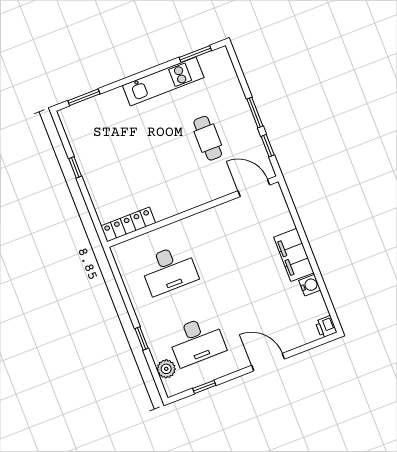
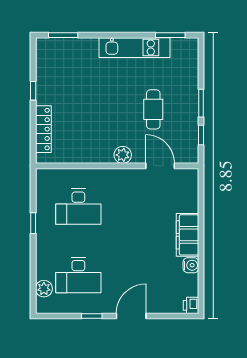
door: (254, 188) -> (160, 166), moved
plant: (194, 198) -> (123, 155), added
locker: (128, 224) -> (43, 129), moved, turned 90
window: (141, 338) -> (33, 223), moved
door: (268, 362) -> (131, 316), hinge flipped
window: (204, 387) -> (92, 316), moved

